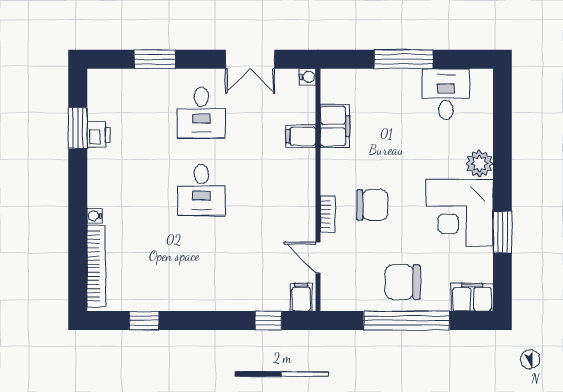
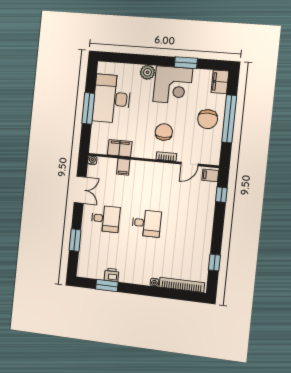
desk: (446, 94) -> (112, 99), width x1.87, depth x1.30

